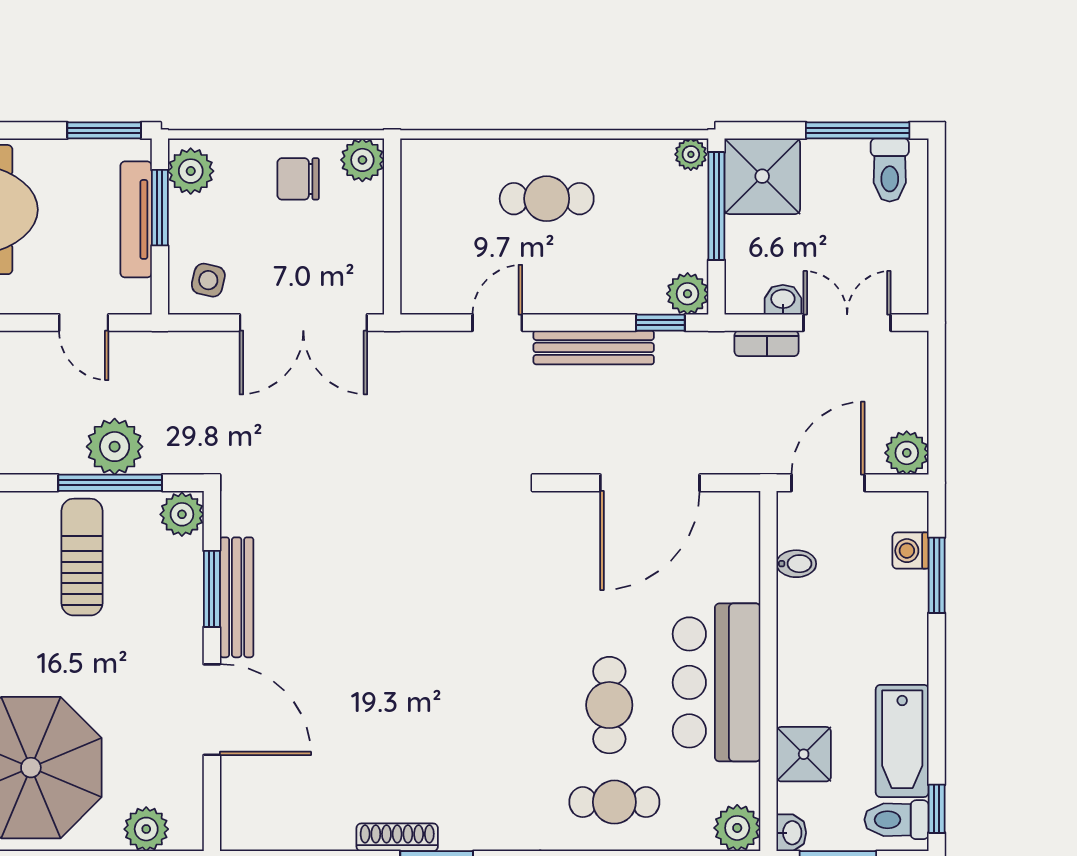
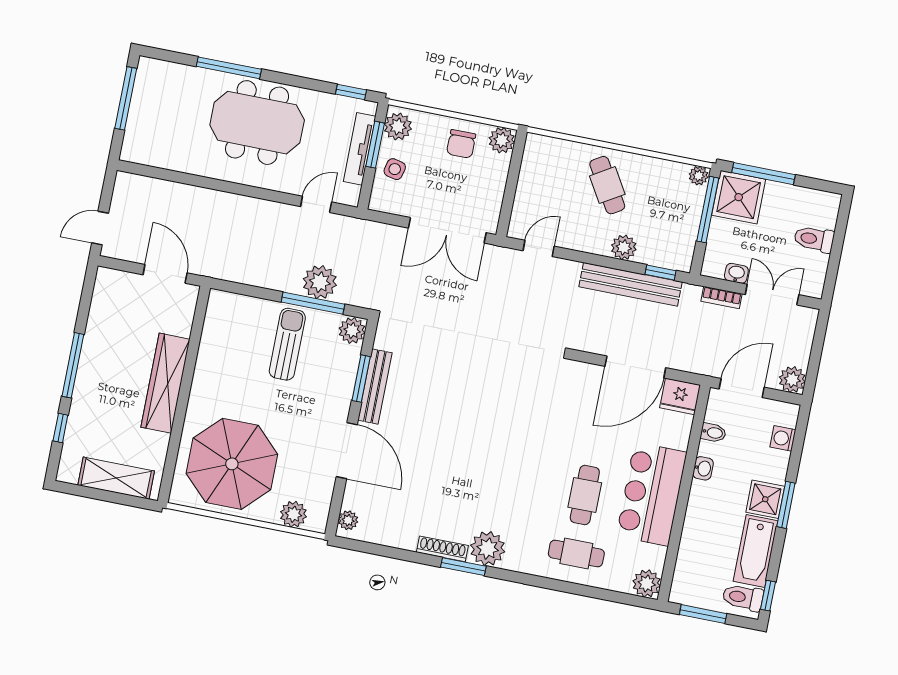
window: (104, 130) -> (351, 92), width x0.67
window: (858, 130) -> (764, 174), moved
toilet: (890, 170) -> (814, 239), moved, turned 90
chair: (298, 179) -> (461, 144), turned -90
cafe table: (547, 199) -> (607, 185), turned 59
side table: (208, 280) -> (395, 169), moved
plant: (688, 294) -> (624, 247), moved
door: (84, 323) -> (316, 204), swing flipped
door: (497, 323) -> (539, 248), moved
bench: (594, 347) -> (631, 284), width x1.37, depth x1.21
fridge: (731, 516) -> (680, 396), added
window: (937, 575) -> (786, 505), moved
shower: (804, 754) -> (765, 499), moved
plant: (236, 821) -> (348, 520), added
plant: (470, 822) -> (488, 549), added
washbasin: (791, 833) -> (703, 468), moved

